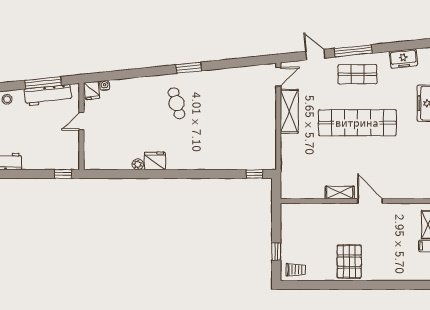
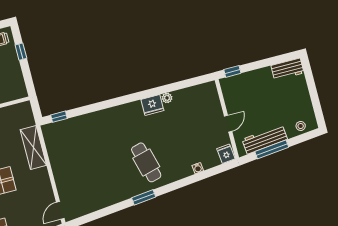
water cooler: (105, 85) -> (198, 168), moved
cafe table: (177, 103) -> (146, 162), width x1.37, depth x1.35
shelving: (289, 111) -> (33, 148), moved

